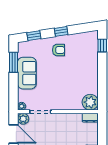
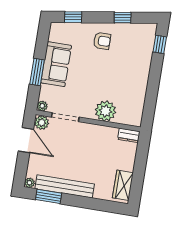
window: (61, 31) -> (123, 18), moved
window: (14, 62) -> (37, 72), moved
plant: (90, 102) -> (105, 111), moved

